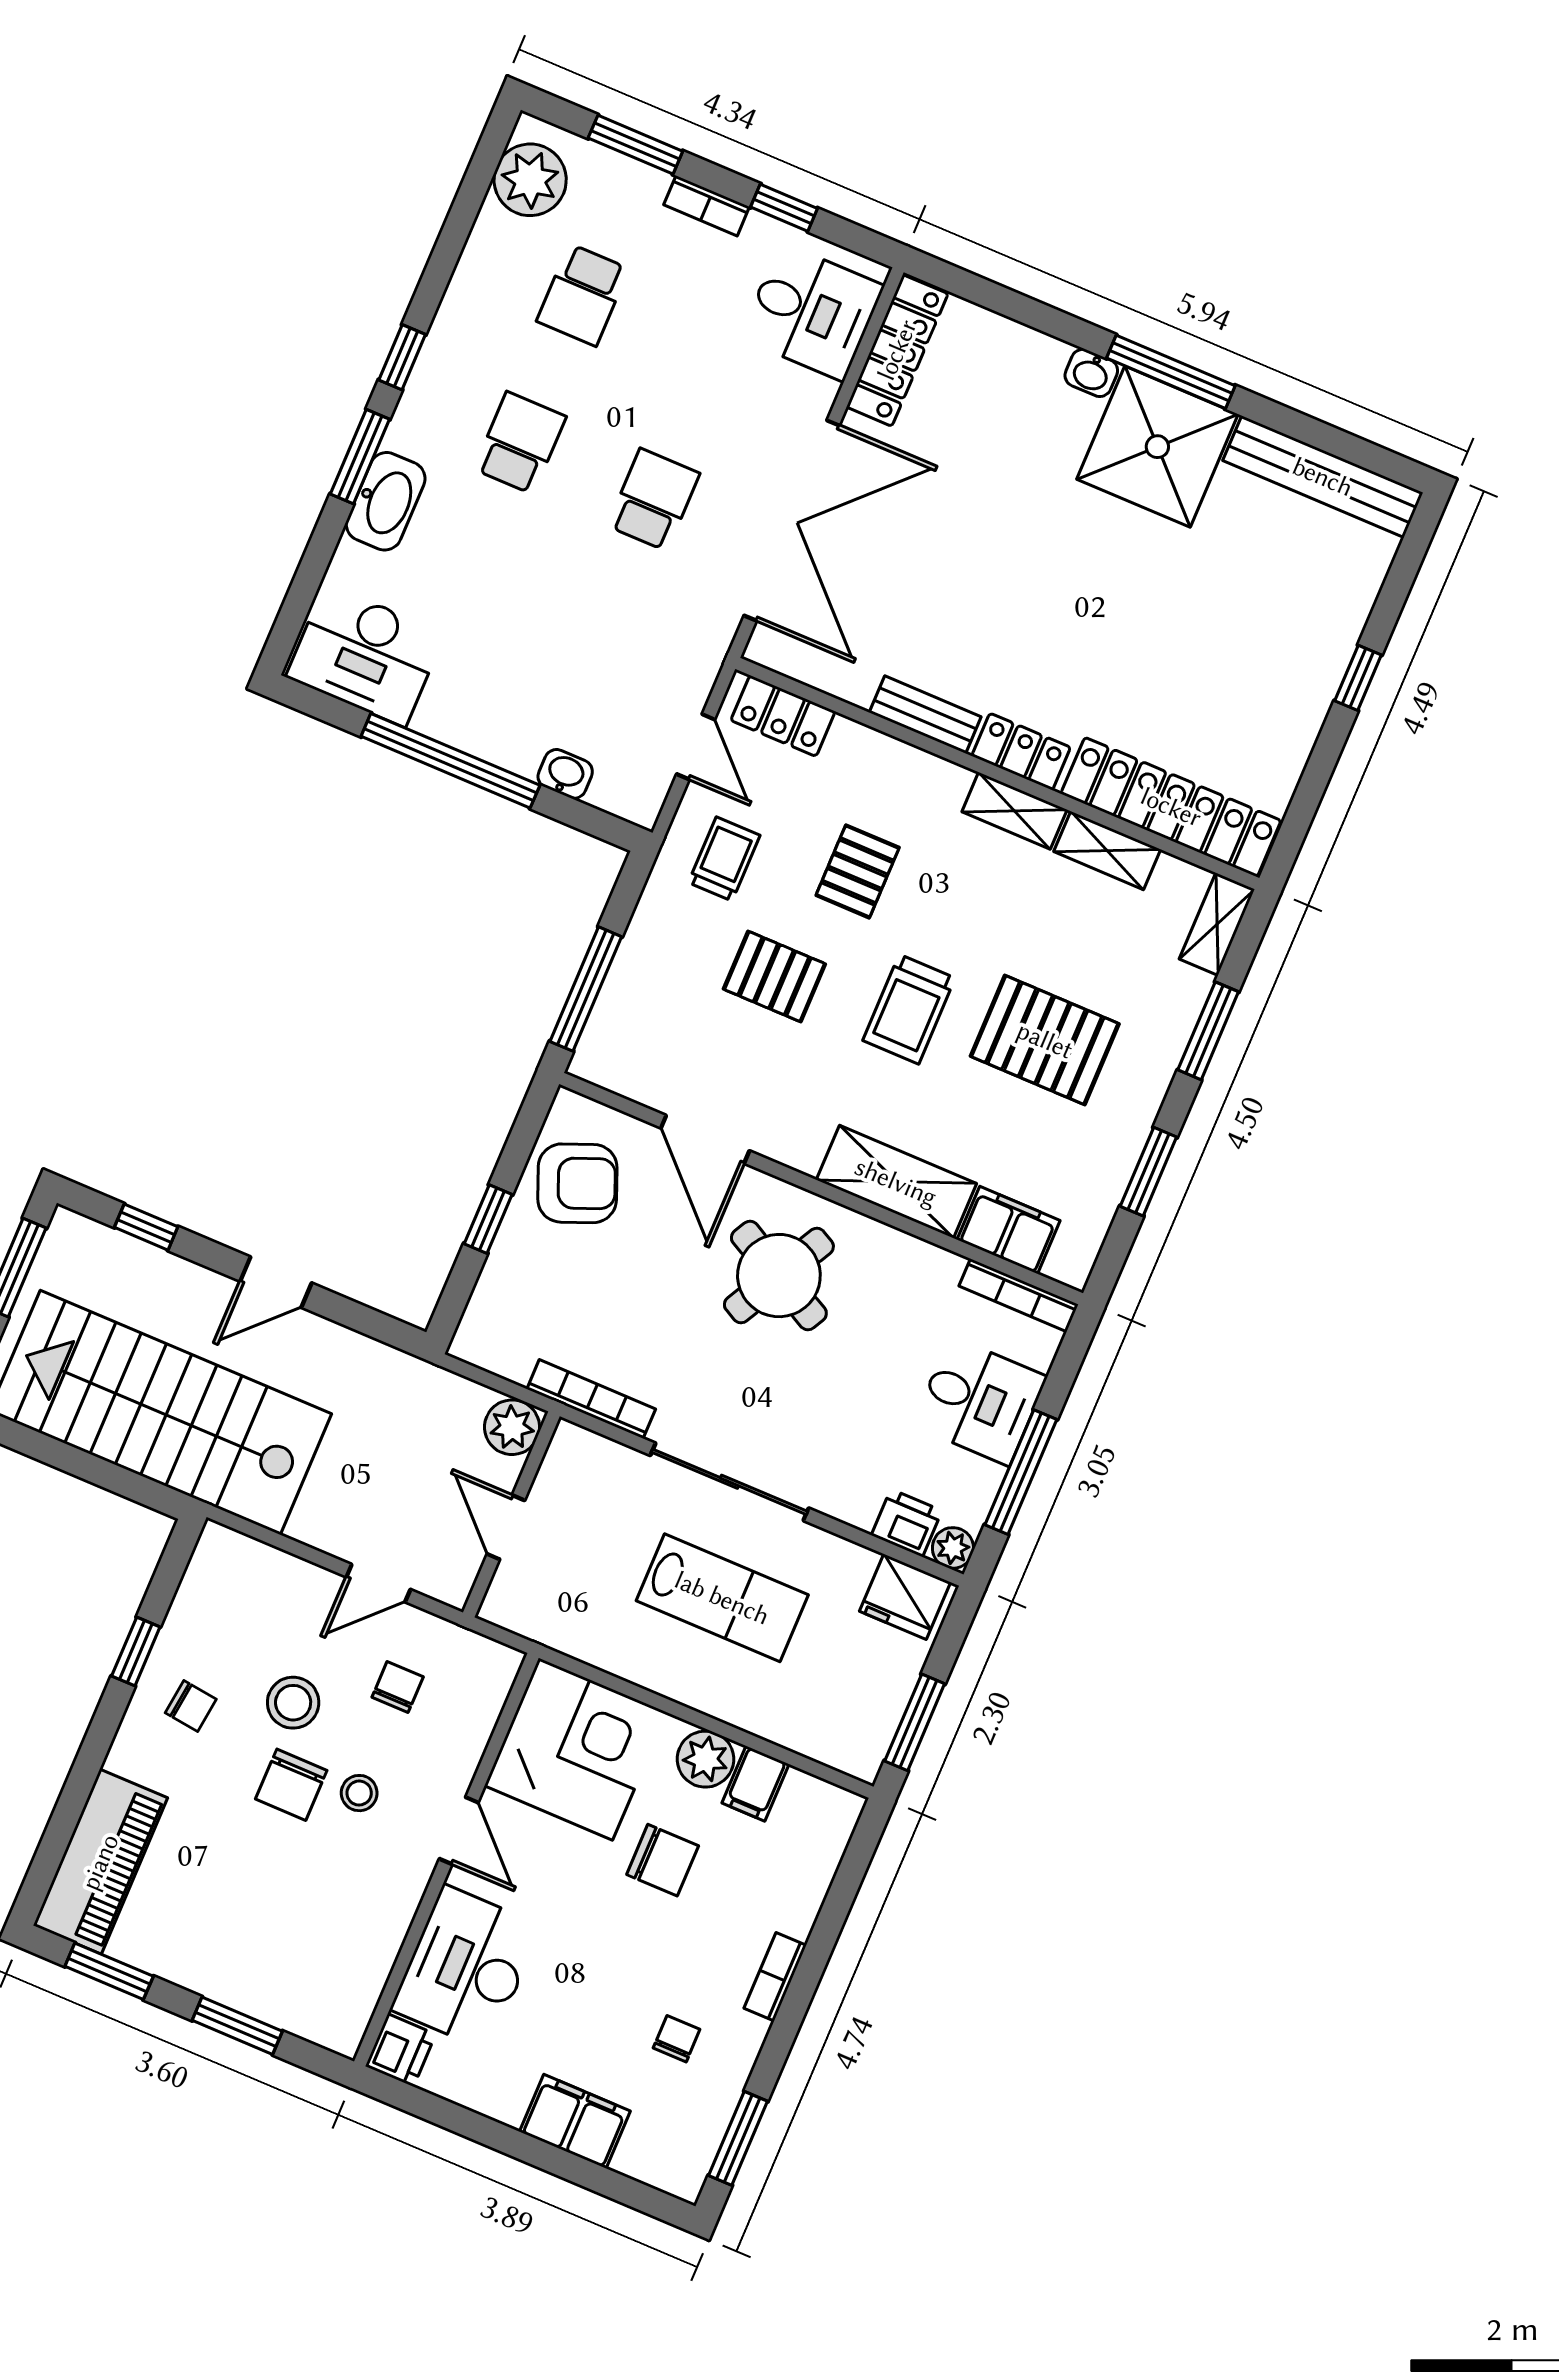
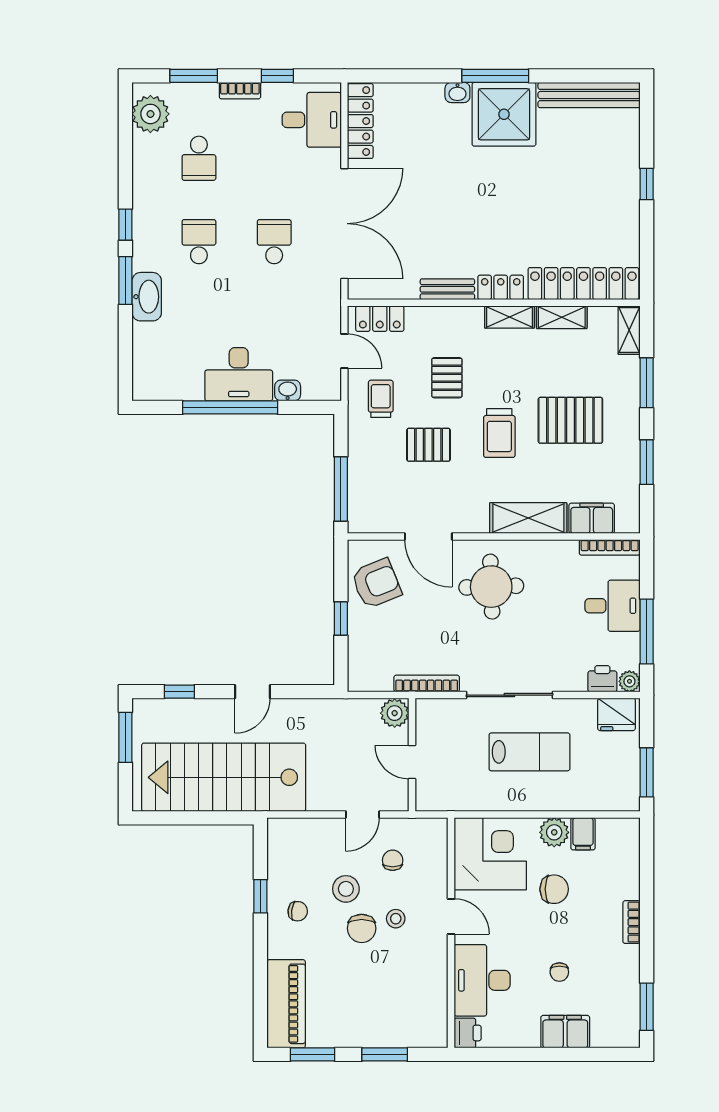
desk: (365, 655) -> (239, 374), moved
round table: (779, 1276) -> (491, 587), turned -30
chair: (677, 2039) -> (559, 972), moved, turned 180

